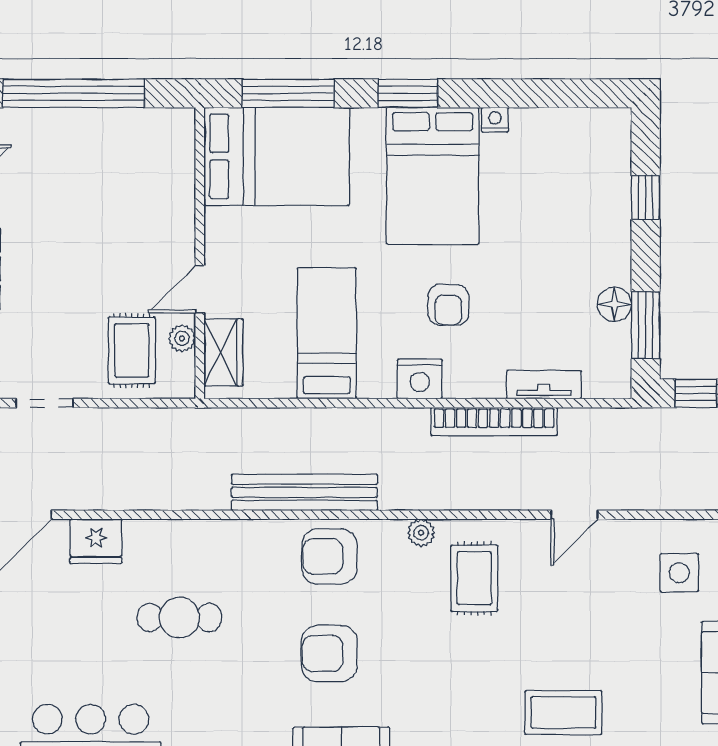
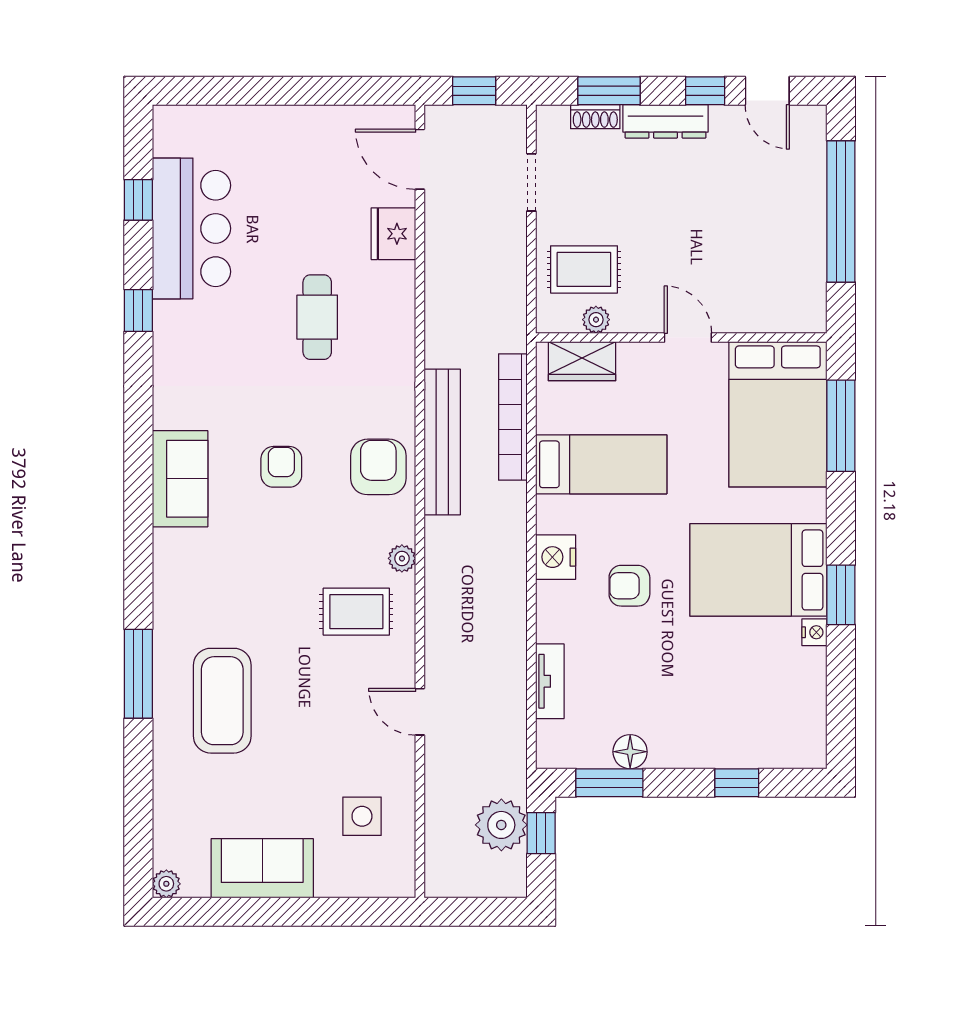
window: (408, 93) -> (841, 595), moved
door: (200, 289) -> (688, 337), moved
bookcase: (494, 422) -> (513, 417), moved
plant: (688, 433) -> (501, 825), added
armchair: (329, 653) -> (281, 467), width x0.72, depth x0.72
coffee table: (563, 713) -> (222, 701), width x1.36, depth x1.32

